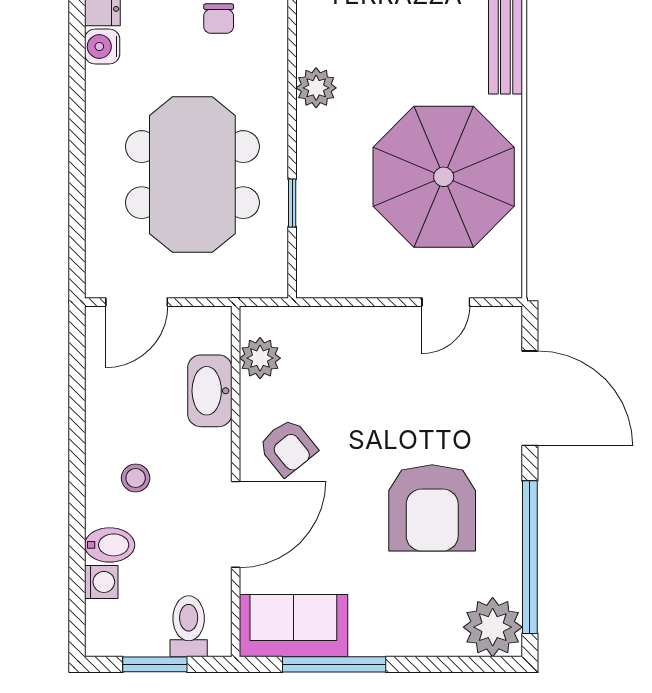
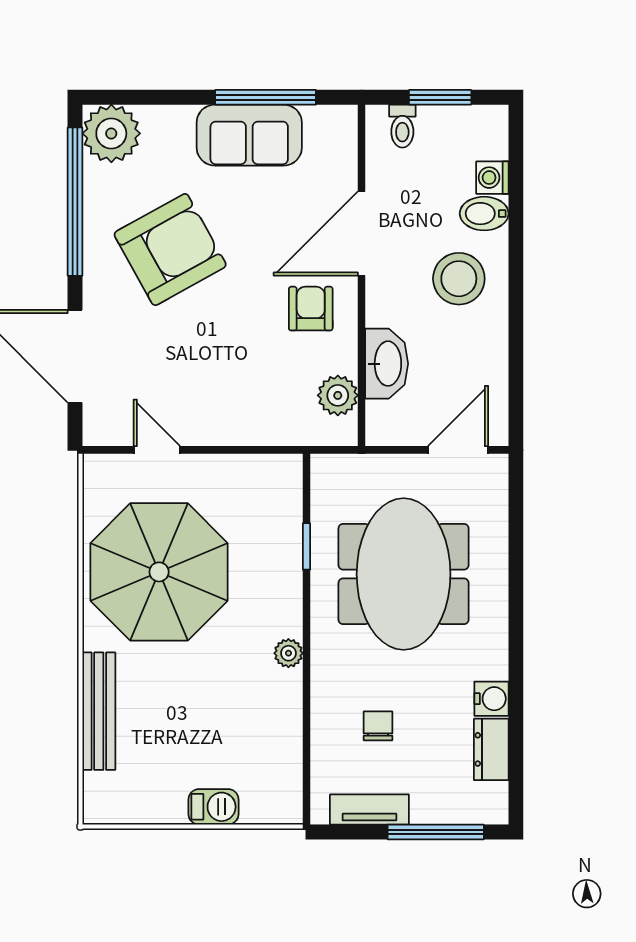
plant: (316, 88) -> (288, 653), width x0.73, depth x0.73
door: (446, 302) -> (157, 450), hinge flipped
armchair: (288, 447) -> (311, 309), turned 39
stool: (136, 478) -> (459, 279), width x1.89, depth x1.89
armchair: (432, 508) -> (170, 250), turned 61
toilet: (189, 626) -> (402, 126), width x0.73, depth x0.72
sofa: (293, 626) -> (249, 135), moved

